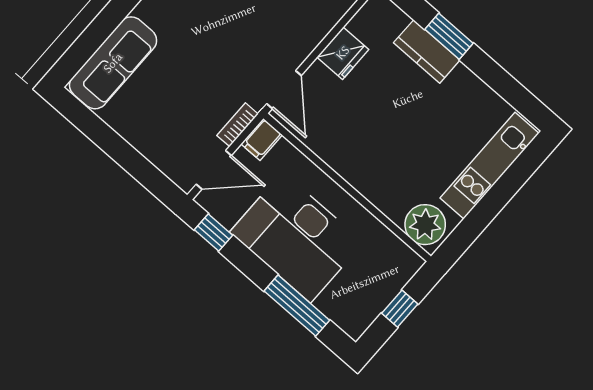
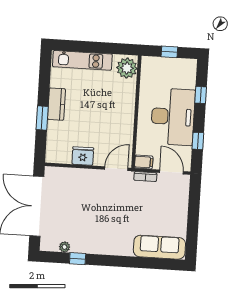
kitchen counter: (427, 51) -> (57, 104), moved
window: (213, 233) -> (198, 141), moved
window: (297, 306) -> (201, 95), width x0.46

